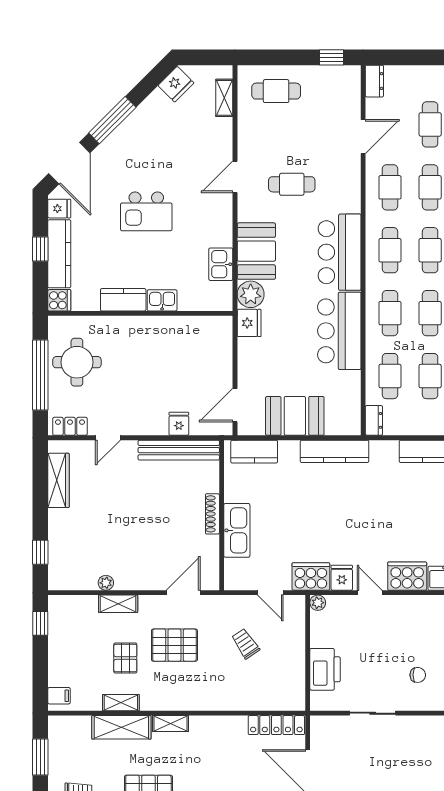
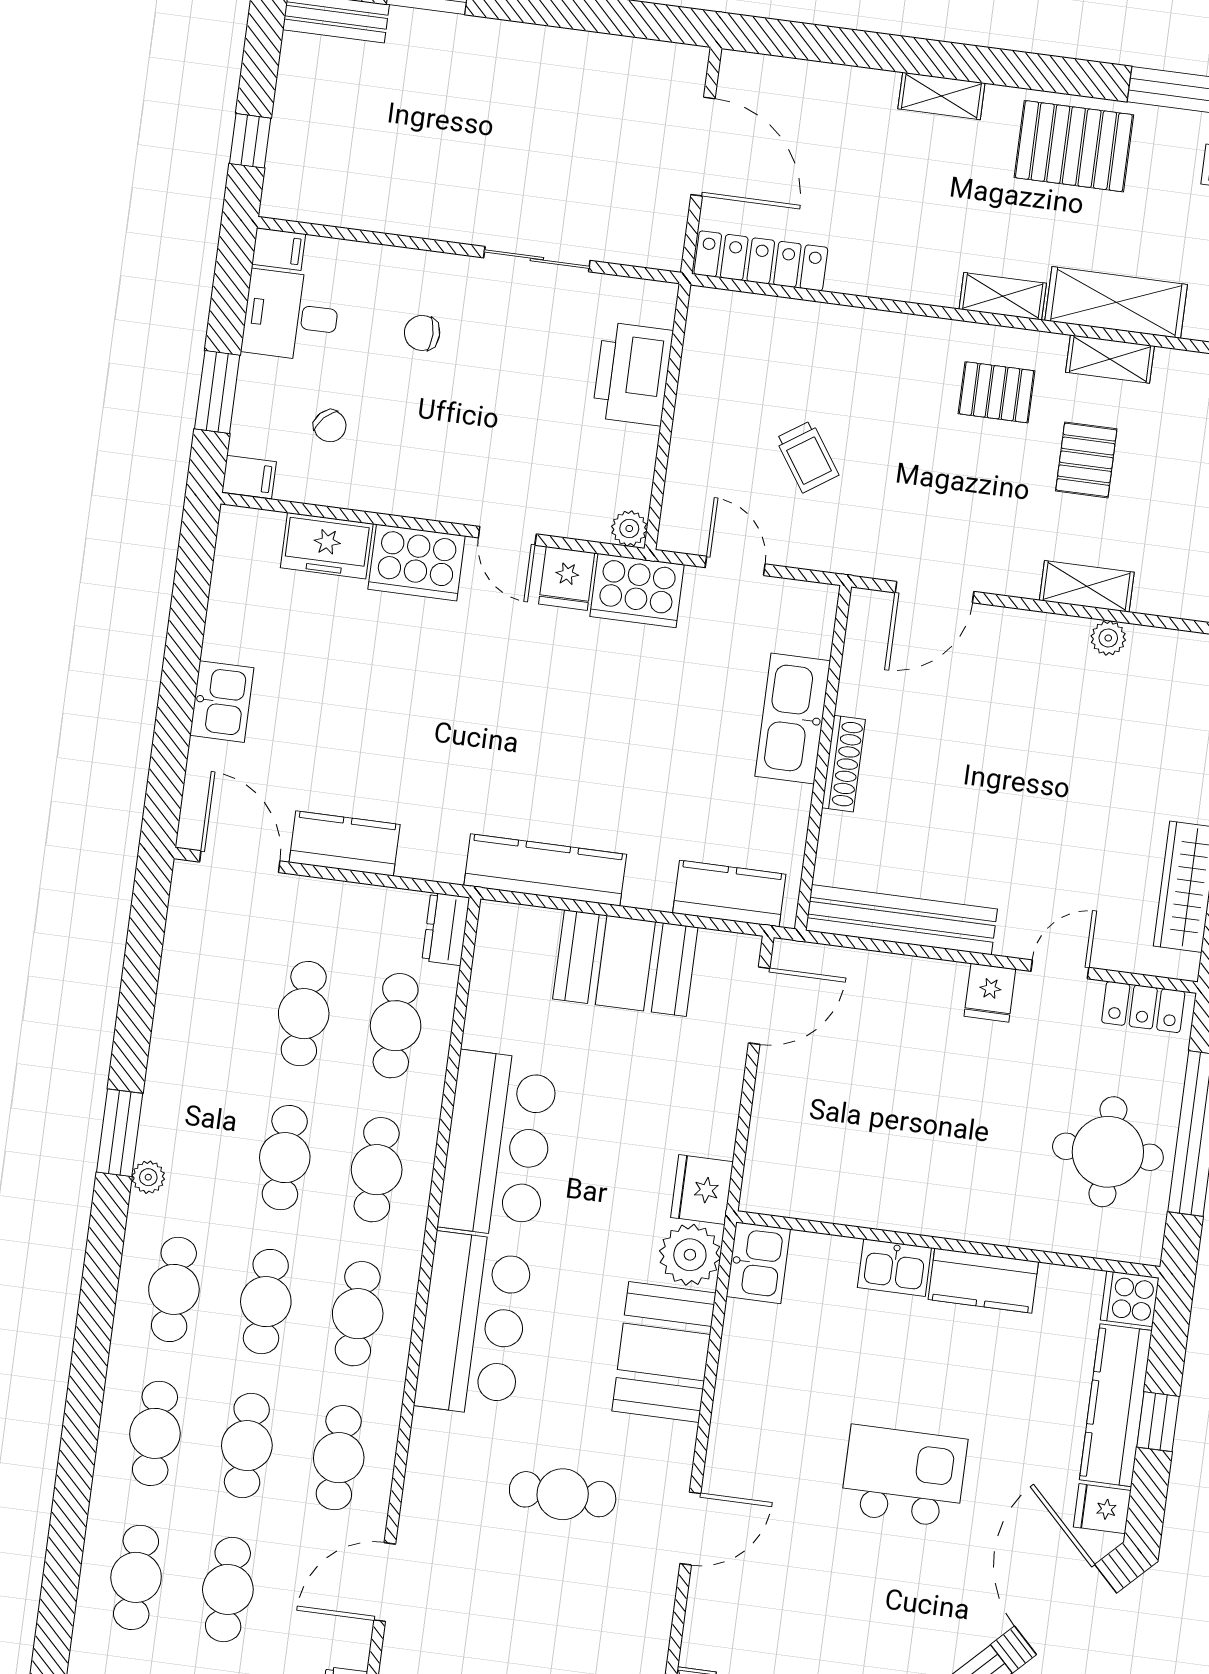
kitchen sink: (221, 264) -> (758, 1263), moved
fridge: (179, 424) -> (990, 993), moved
pallet: (174, 645) -> (997, 392), moved, width x0.67, depth x0.71

